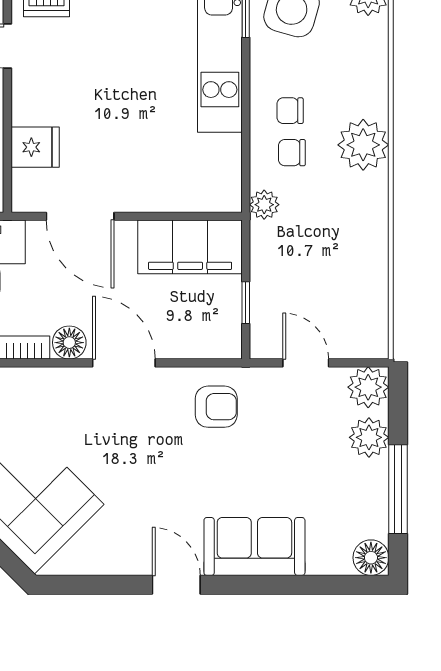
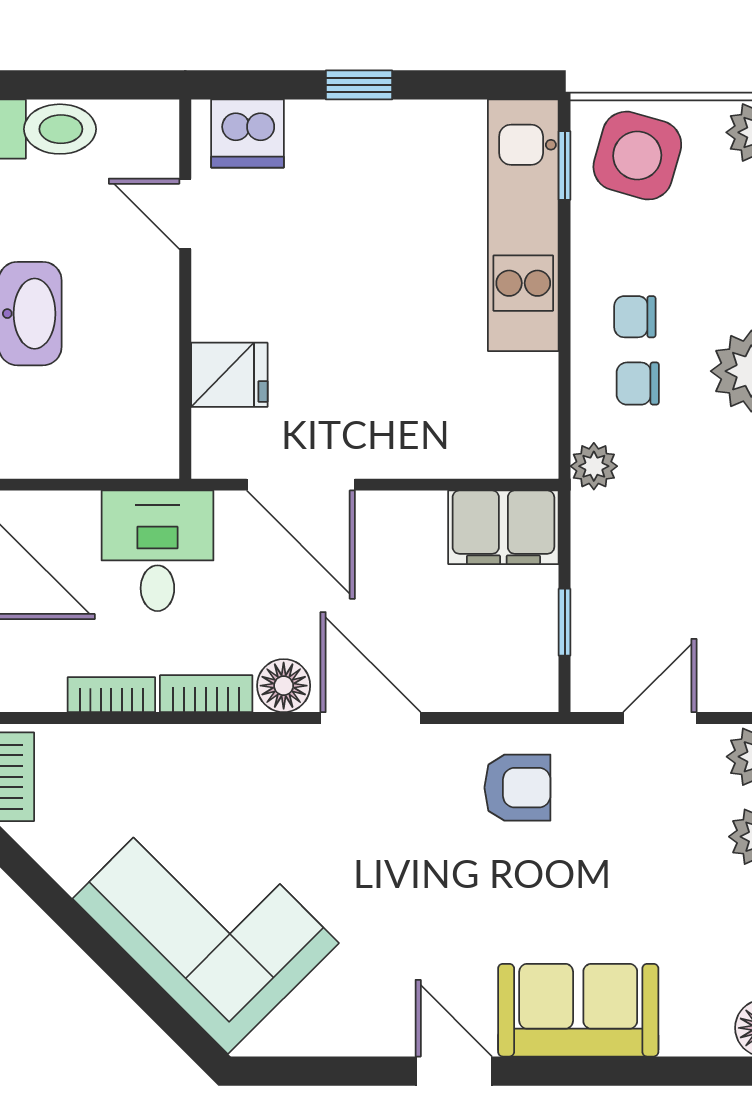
filing cabinet: (190, 247) -> (503, 527), width x0.67, depth x0.86
door: (306, 363) -> (660, 718), hinge flipped

